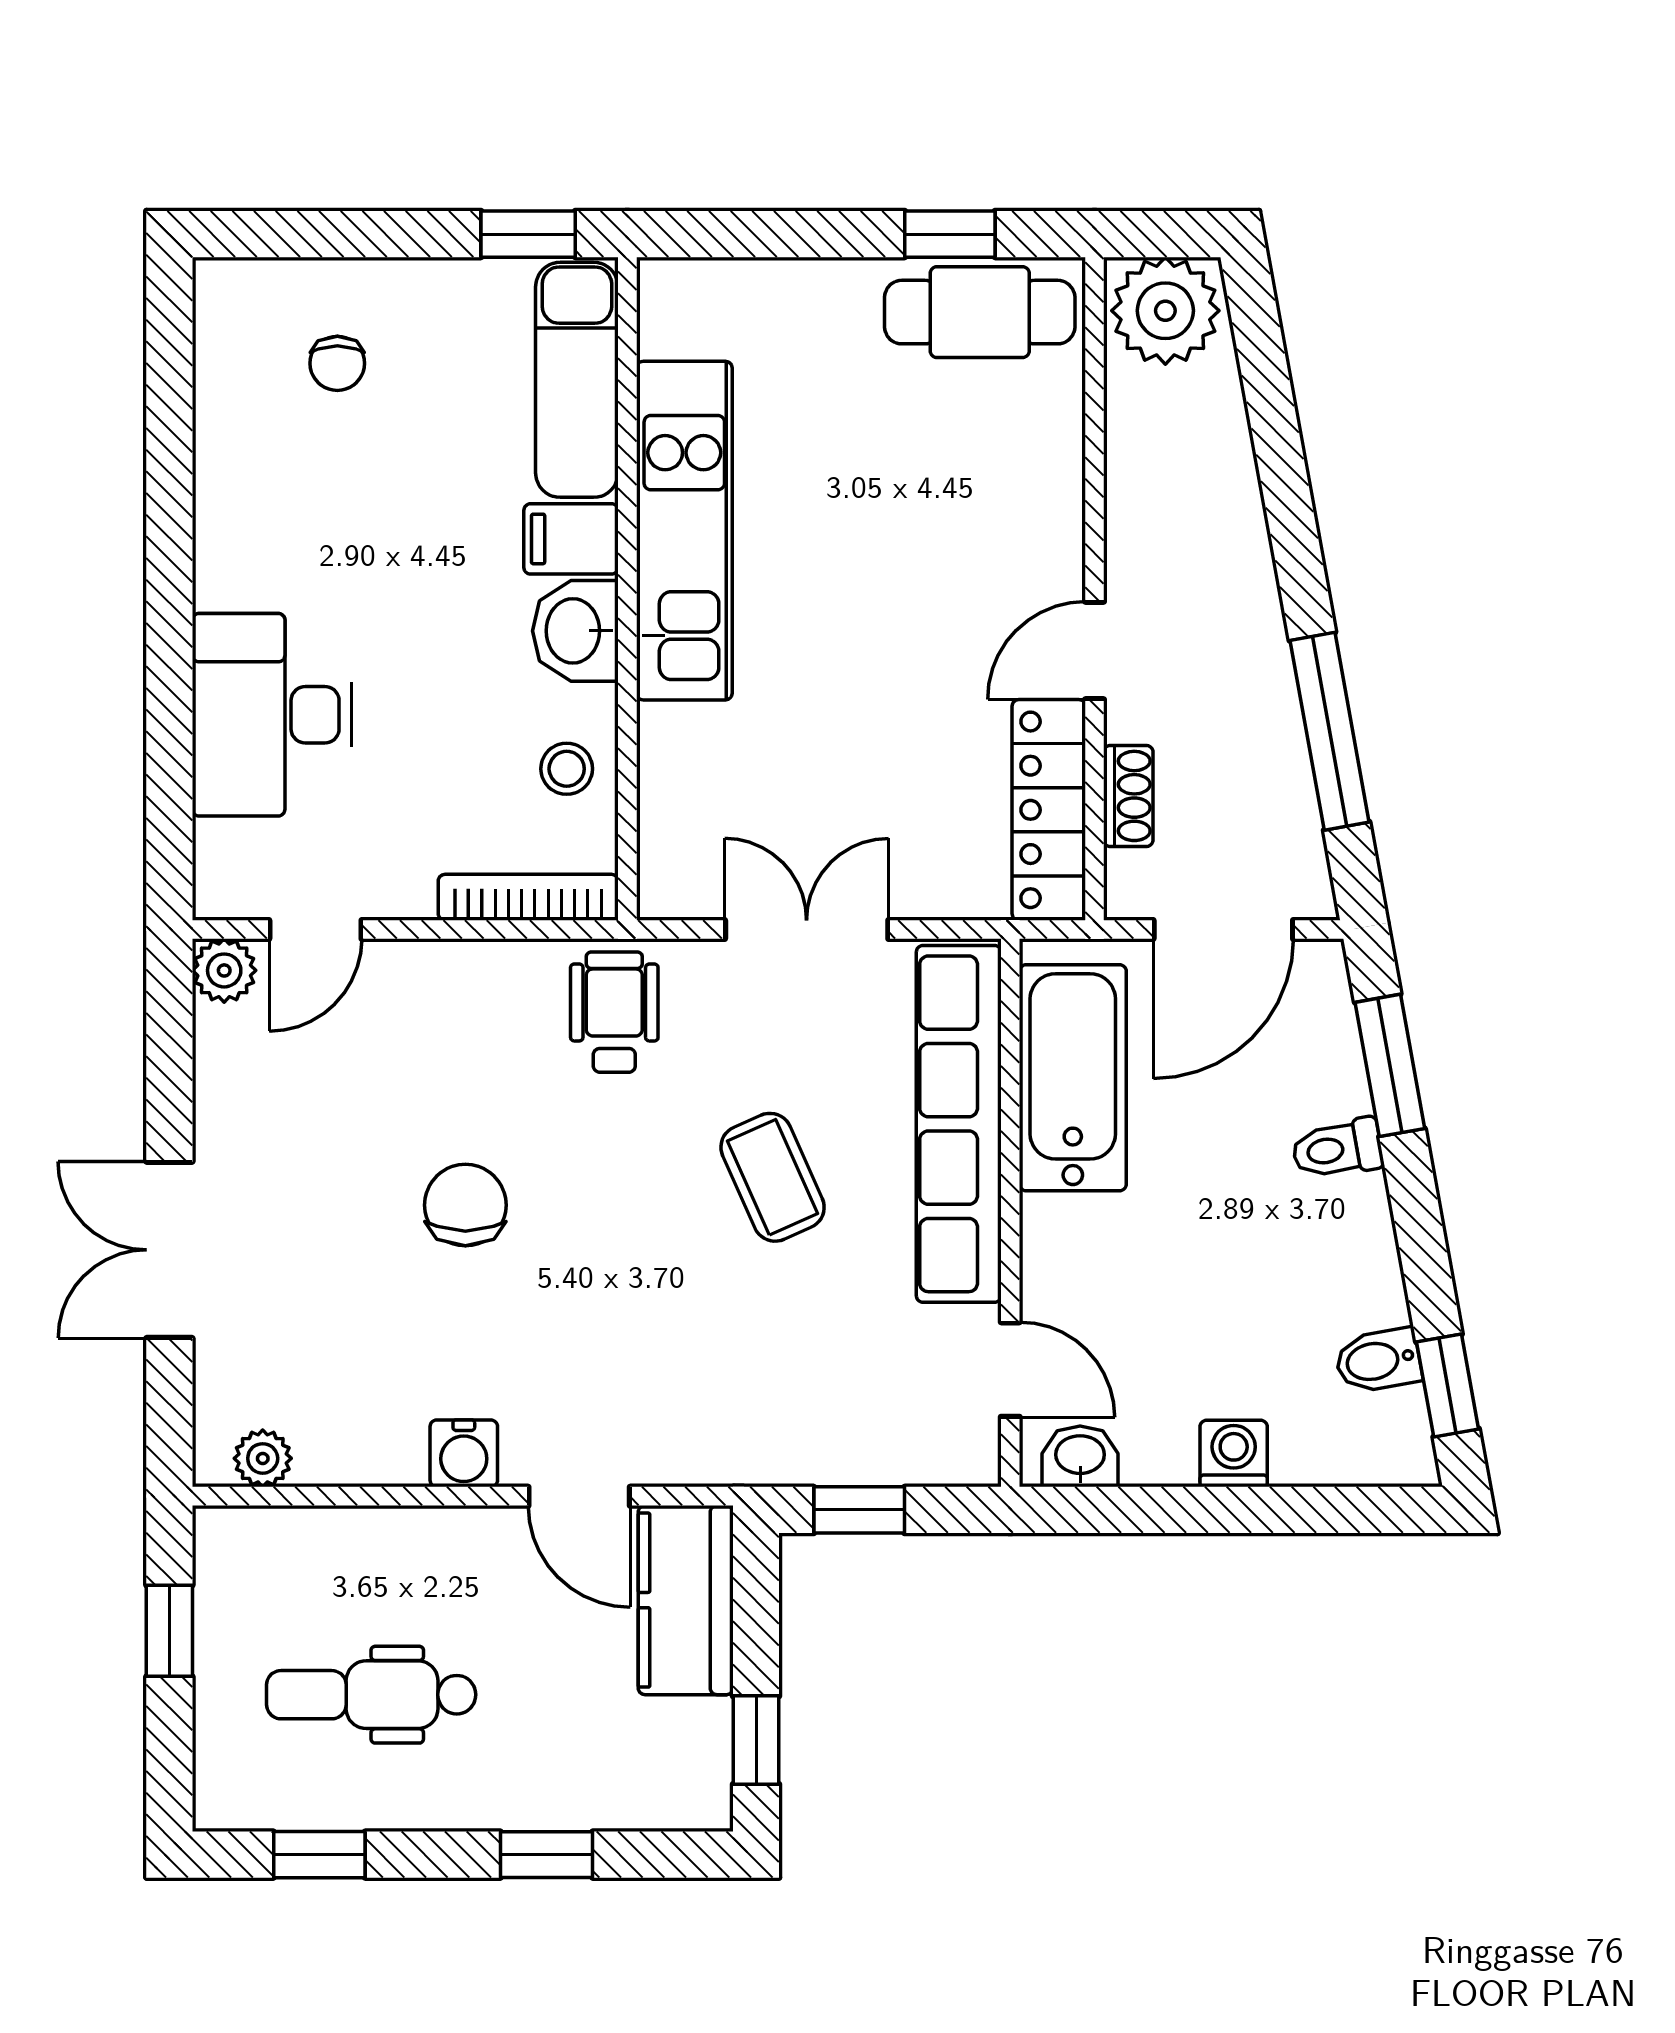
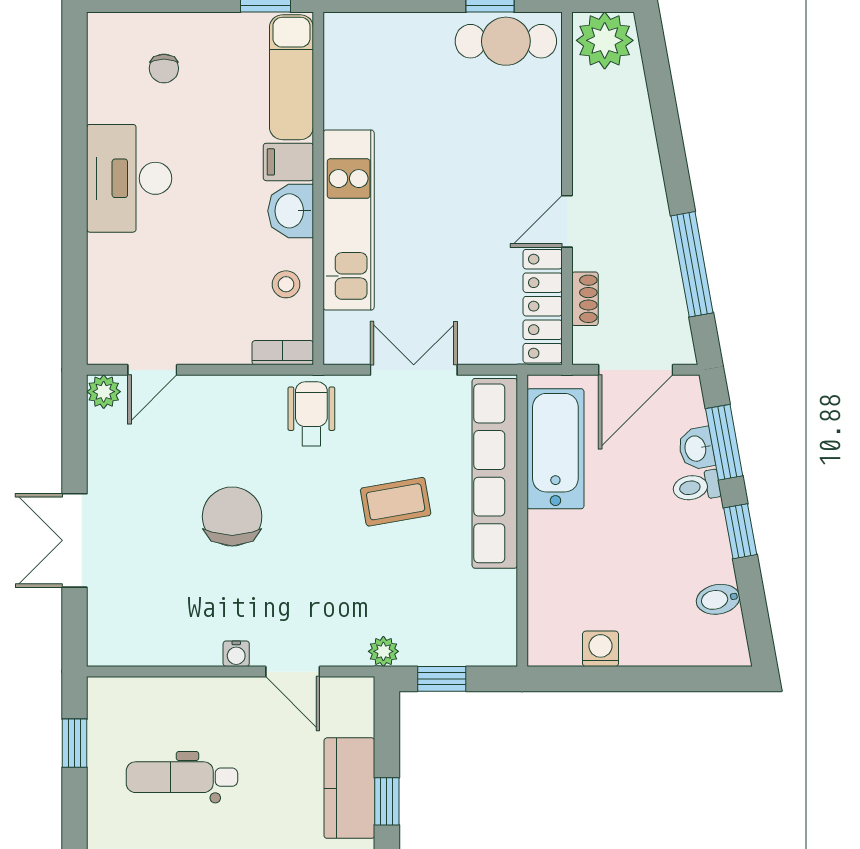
kitchen unit: (684, 531) -> (349, 220), moved
desk: (272, 715) -> (129, 178), moved
bookcase: (528, 897) -> (283, 353), width x0.64
coffee table: (773, 1177) -> (396, 502), turned -76
chair: (465, 1205) -> (232, 517), width x1.37, depth x1.37
door: (1010, 1370) -> (522, 604), removed
window: (1448, 1386) -> (740, 531), moved
water cooler: (464, 1453) -> (236, 654), width x0.72, depth x0.72
washing machine: (1234, 1454) -> (600, 649), moved
washbasin: (1080, 1456) -> (696, 448), moved, turned -100
plant: (263, 1458) -> (383, 651), moved
kitchen counter: (686, 1600) -> (349, 788), moved

